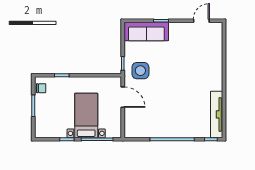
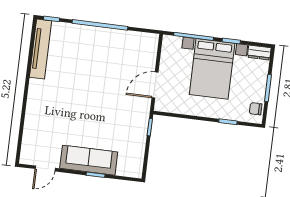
sofa: (146, 31) -> (89, 160), moved
side table: (140, 71) -> (129, 115), removed
door: (123, 97) -> (155, 85), hinge flipped
bed with nightstands: (86, 115) -> (212, 69), width x1.36
dresser: (44, 133) -> (259, 53), added

